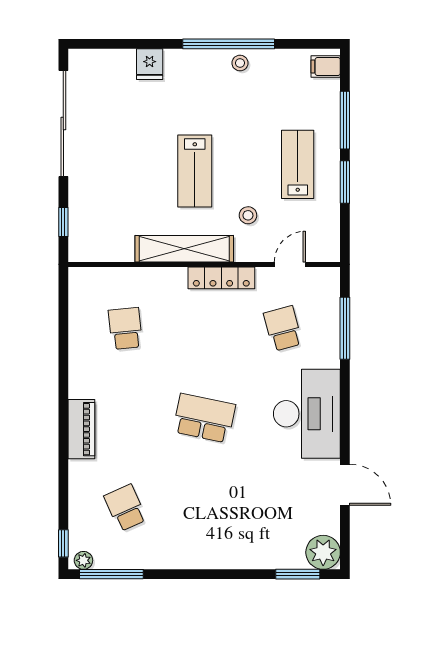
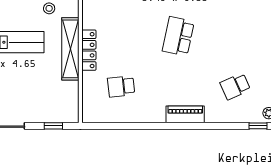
locker: (221, 278) -> (89, 50), moved

